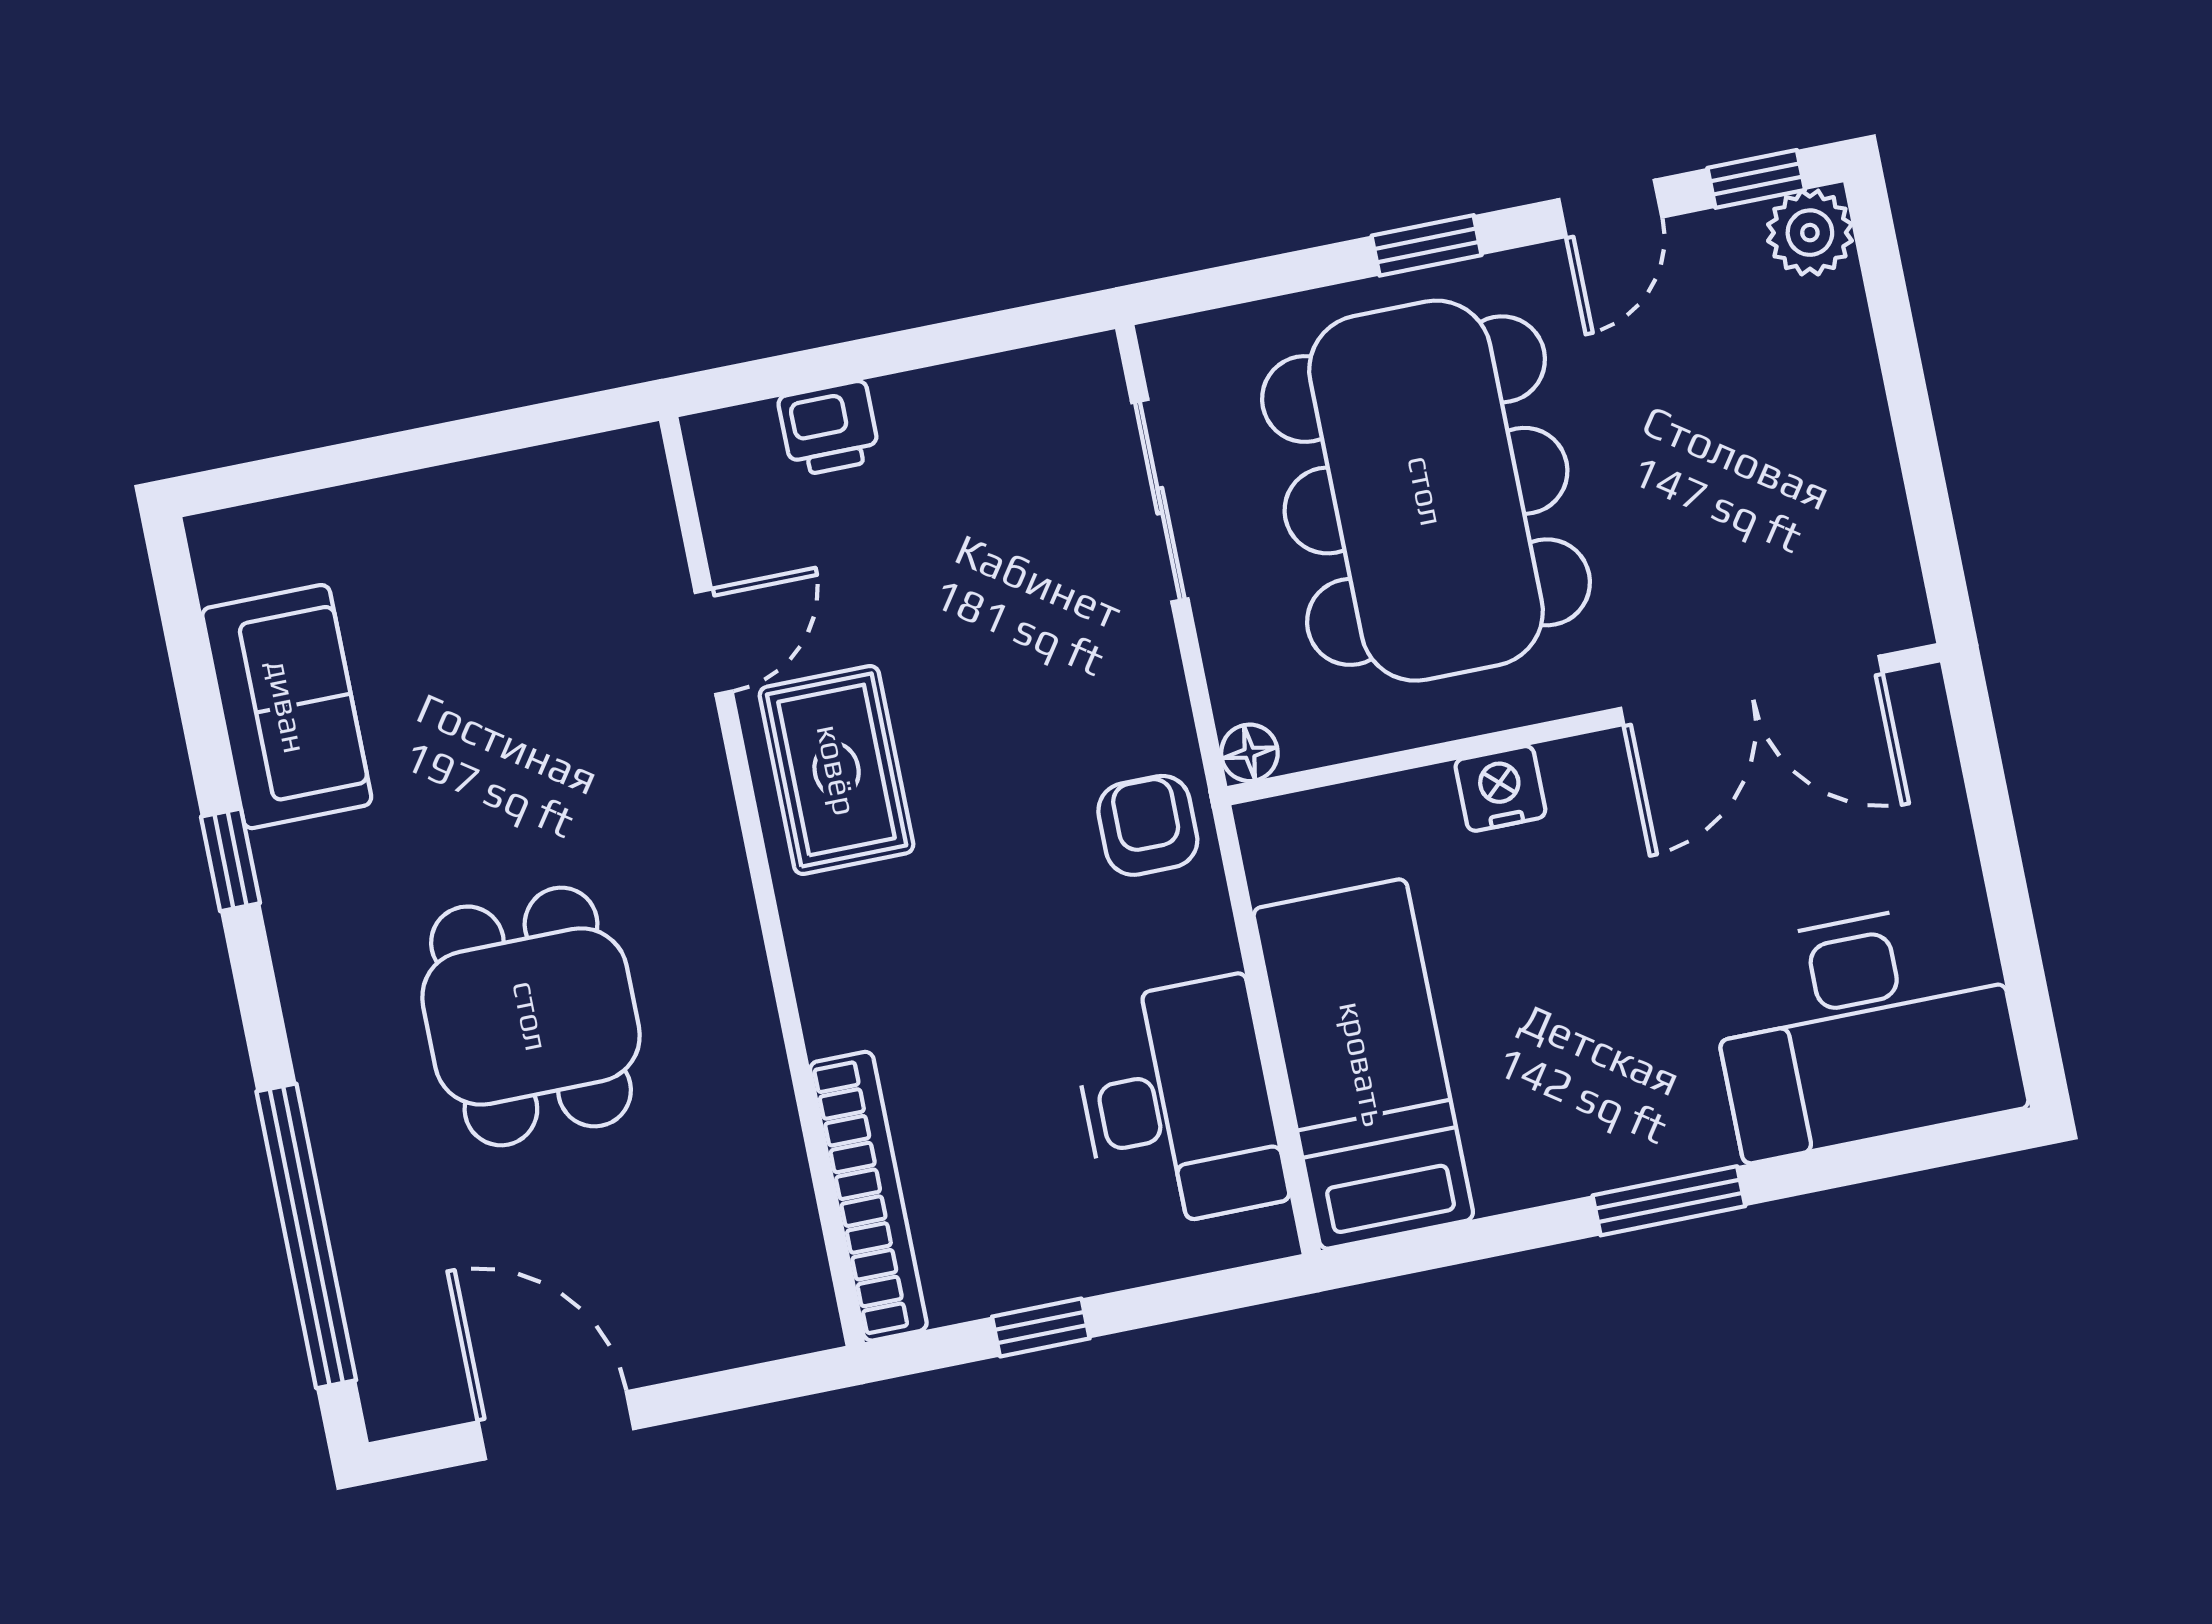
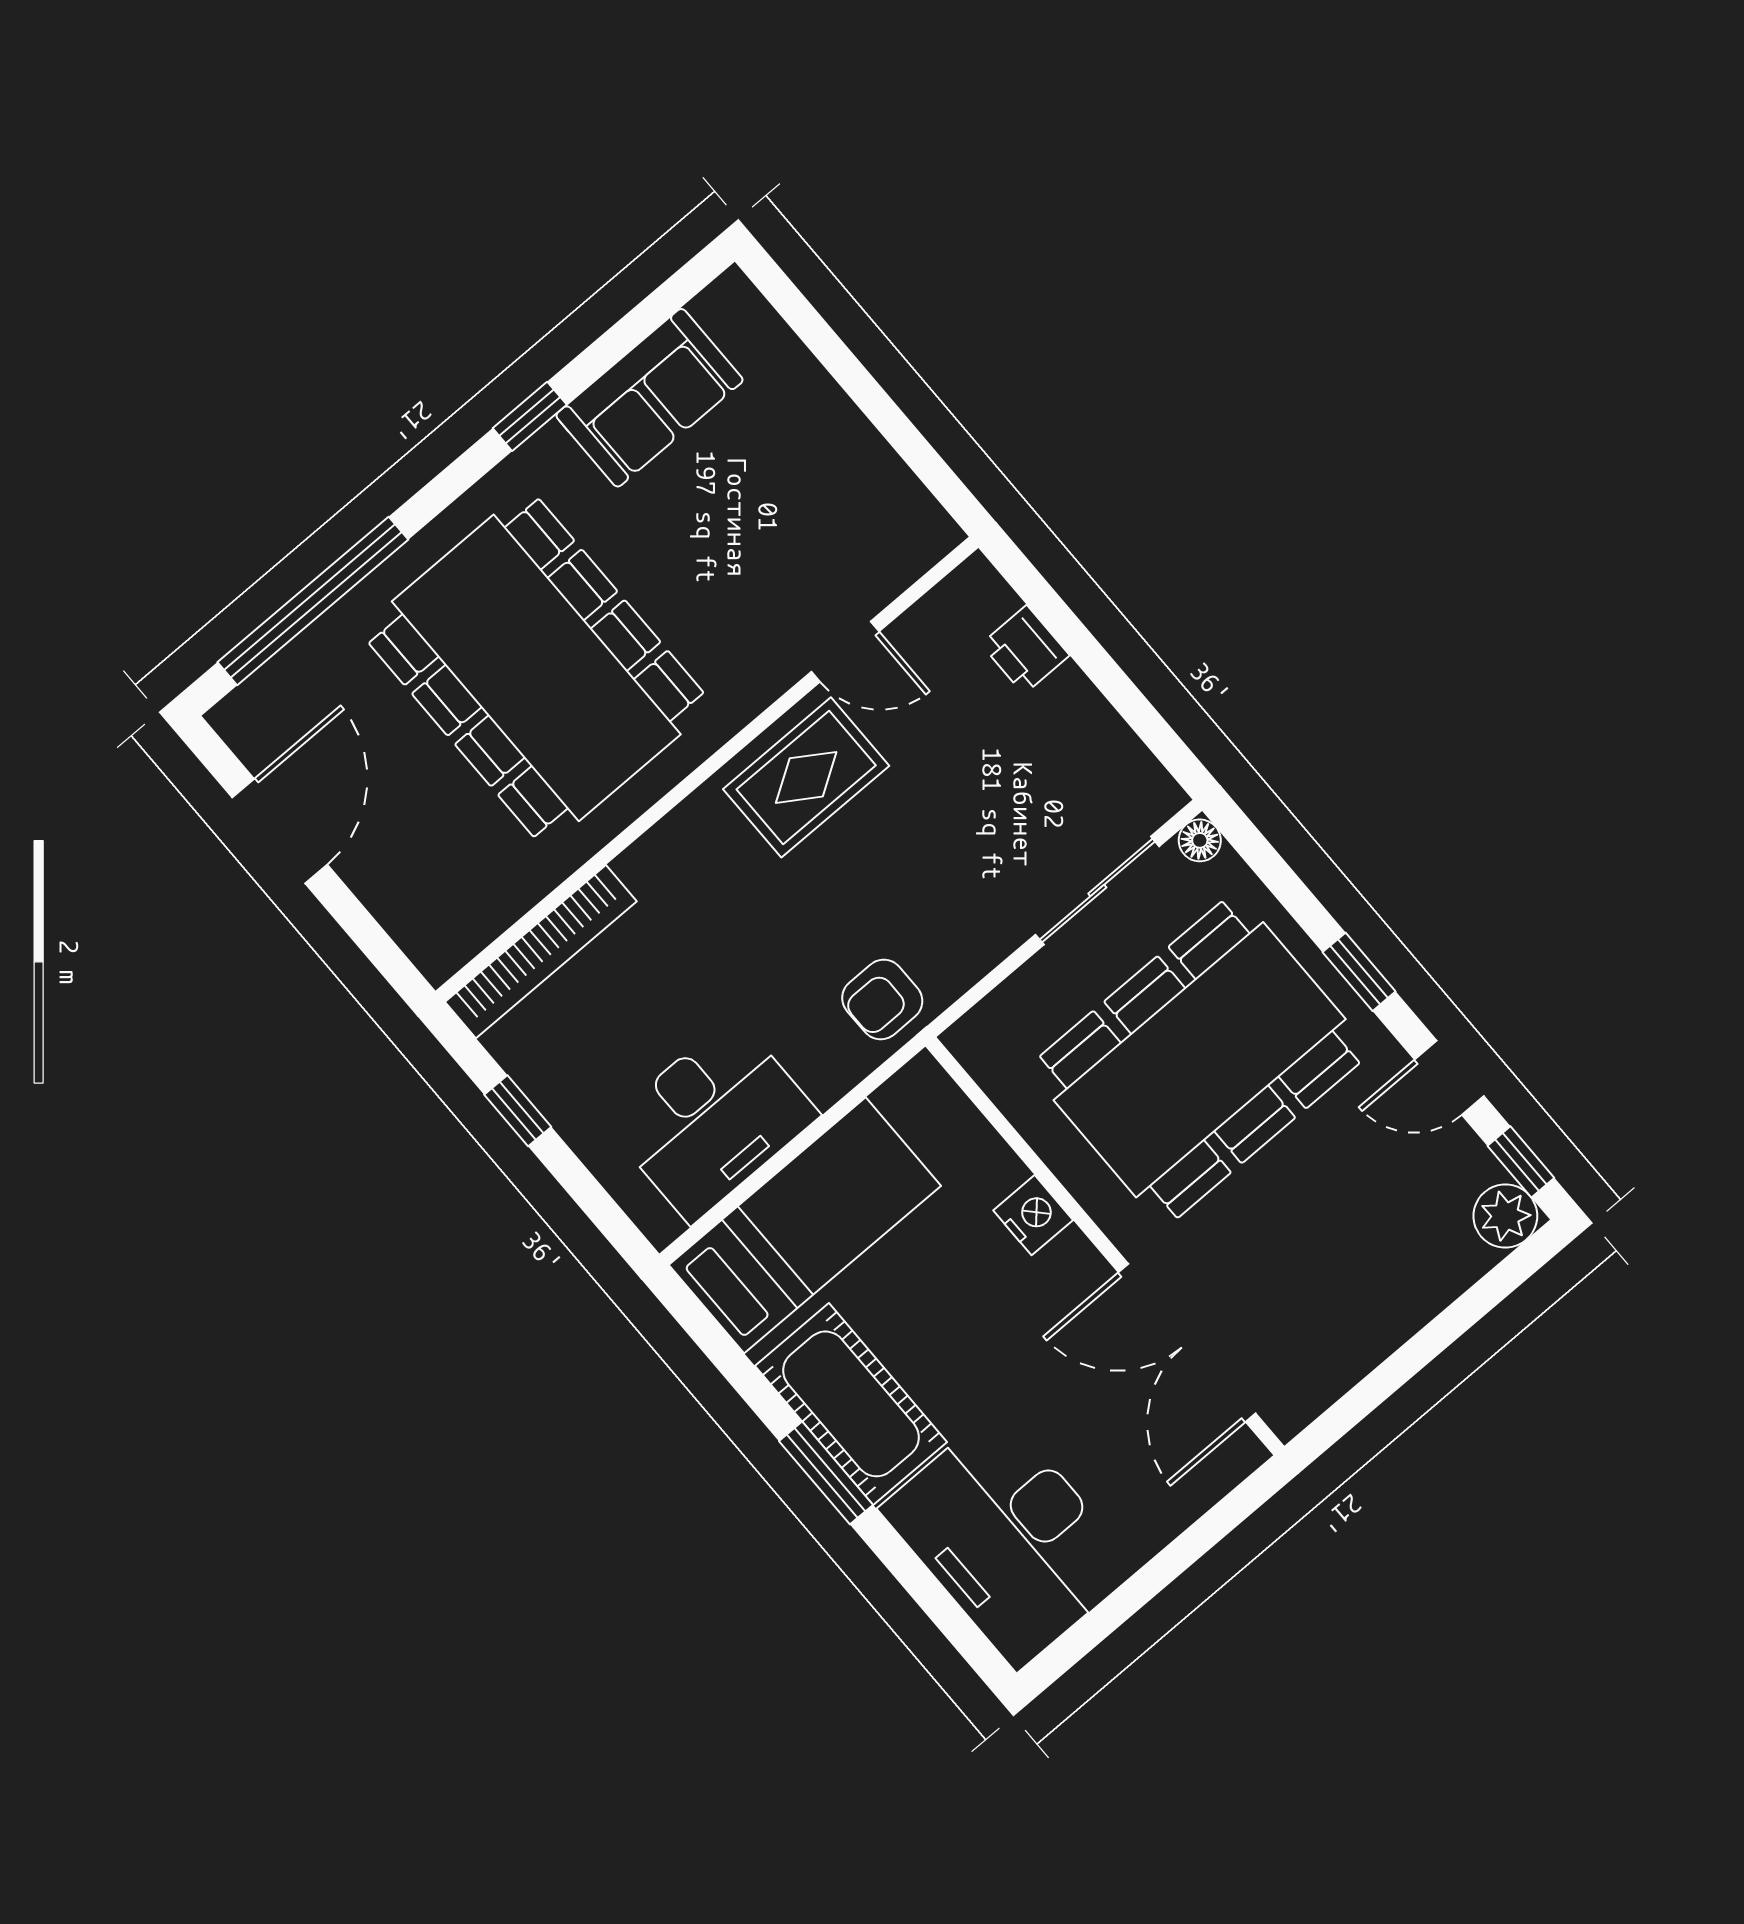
floor lamp: (1249, 753) -> (1200, 840), moved
armchair: (1148, 825) -> (882, 1000), turned 180
dining table: (531, 1016) -> (536, 668), width x1.88, depth x1.24
cot: (1604, 1126) -> (851, 1404), added

